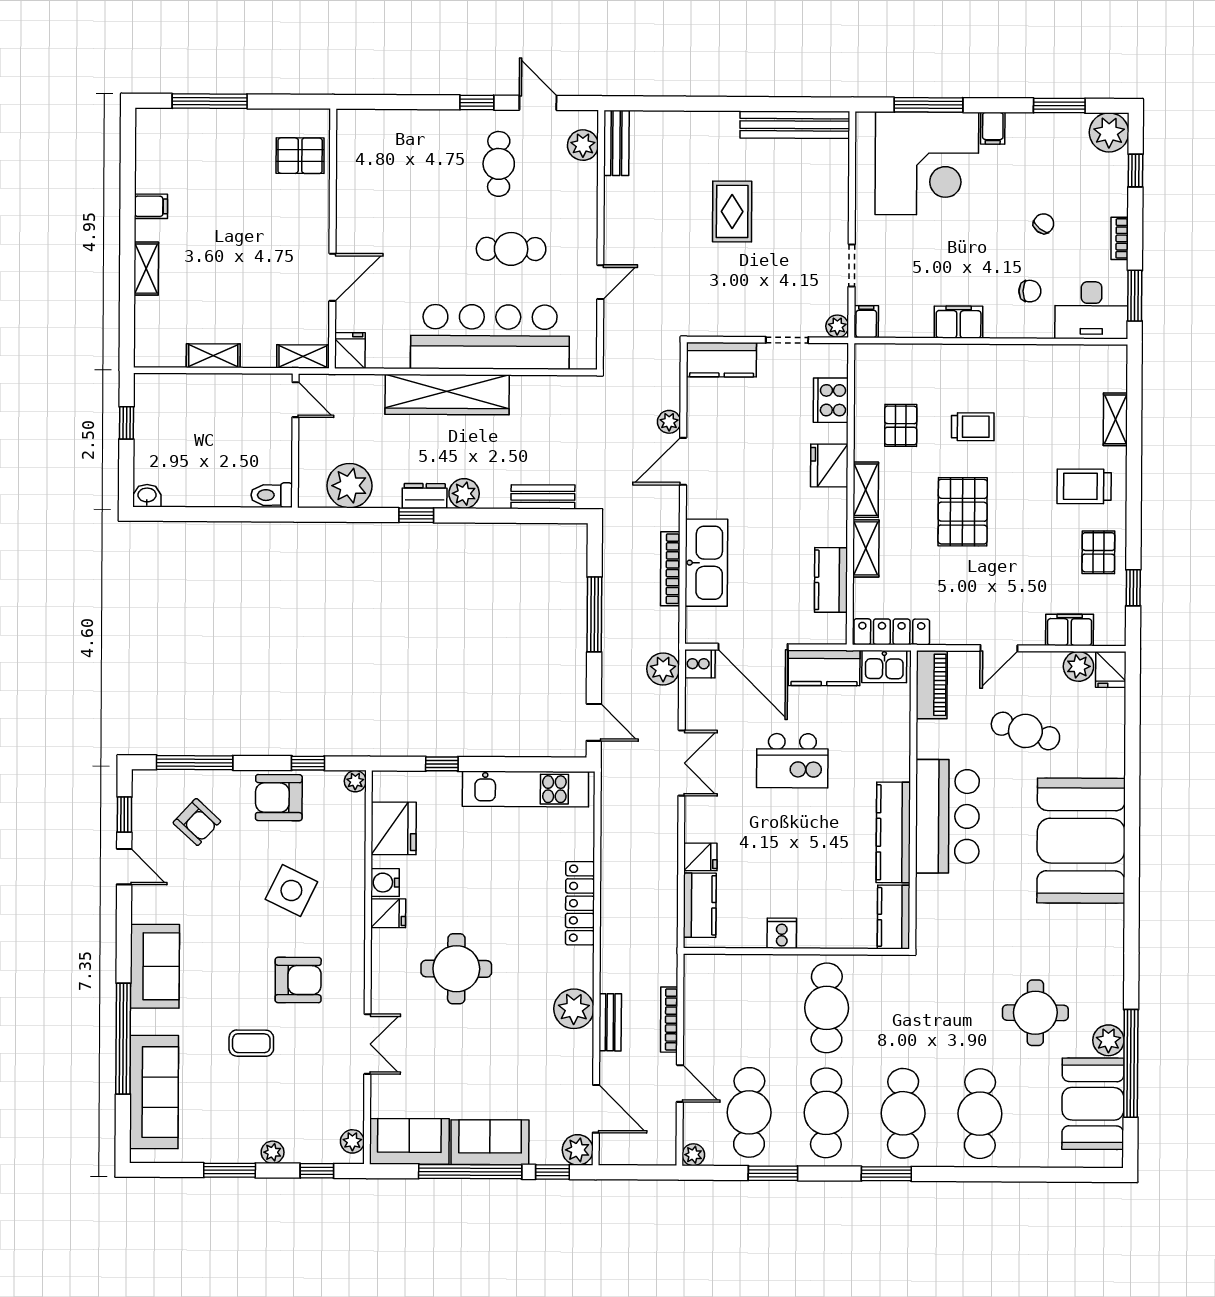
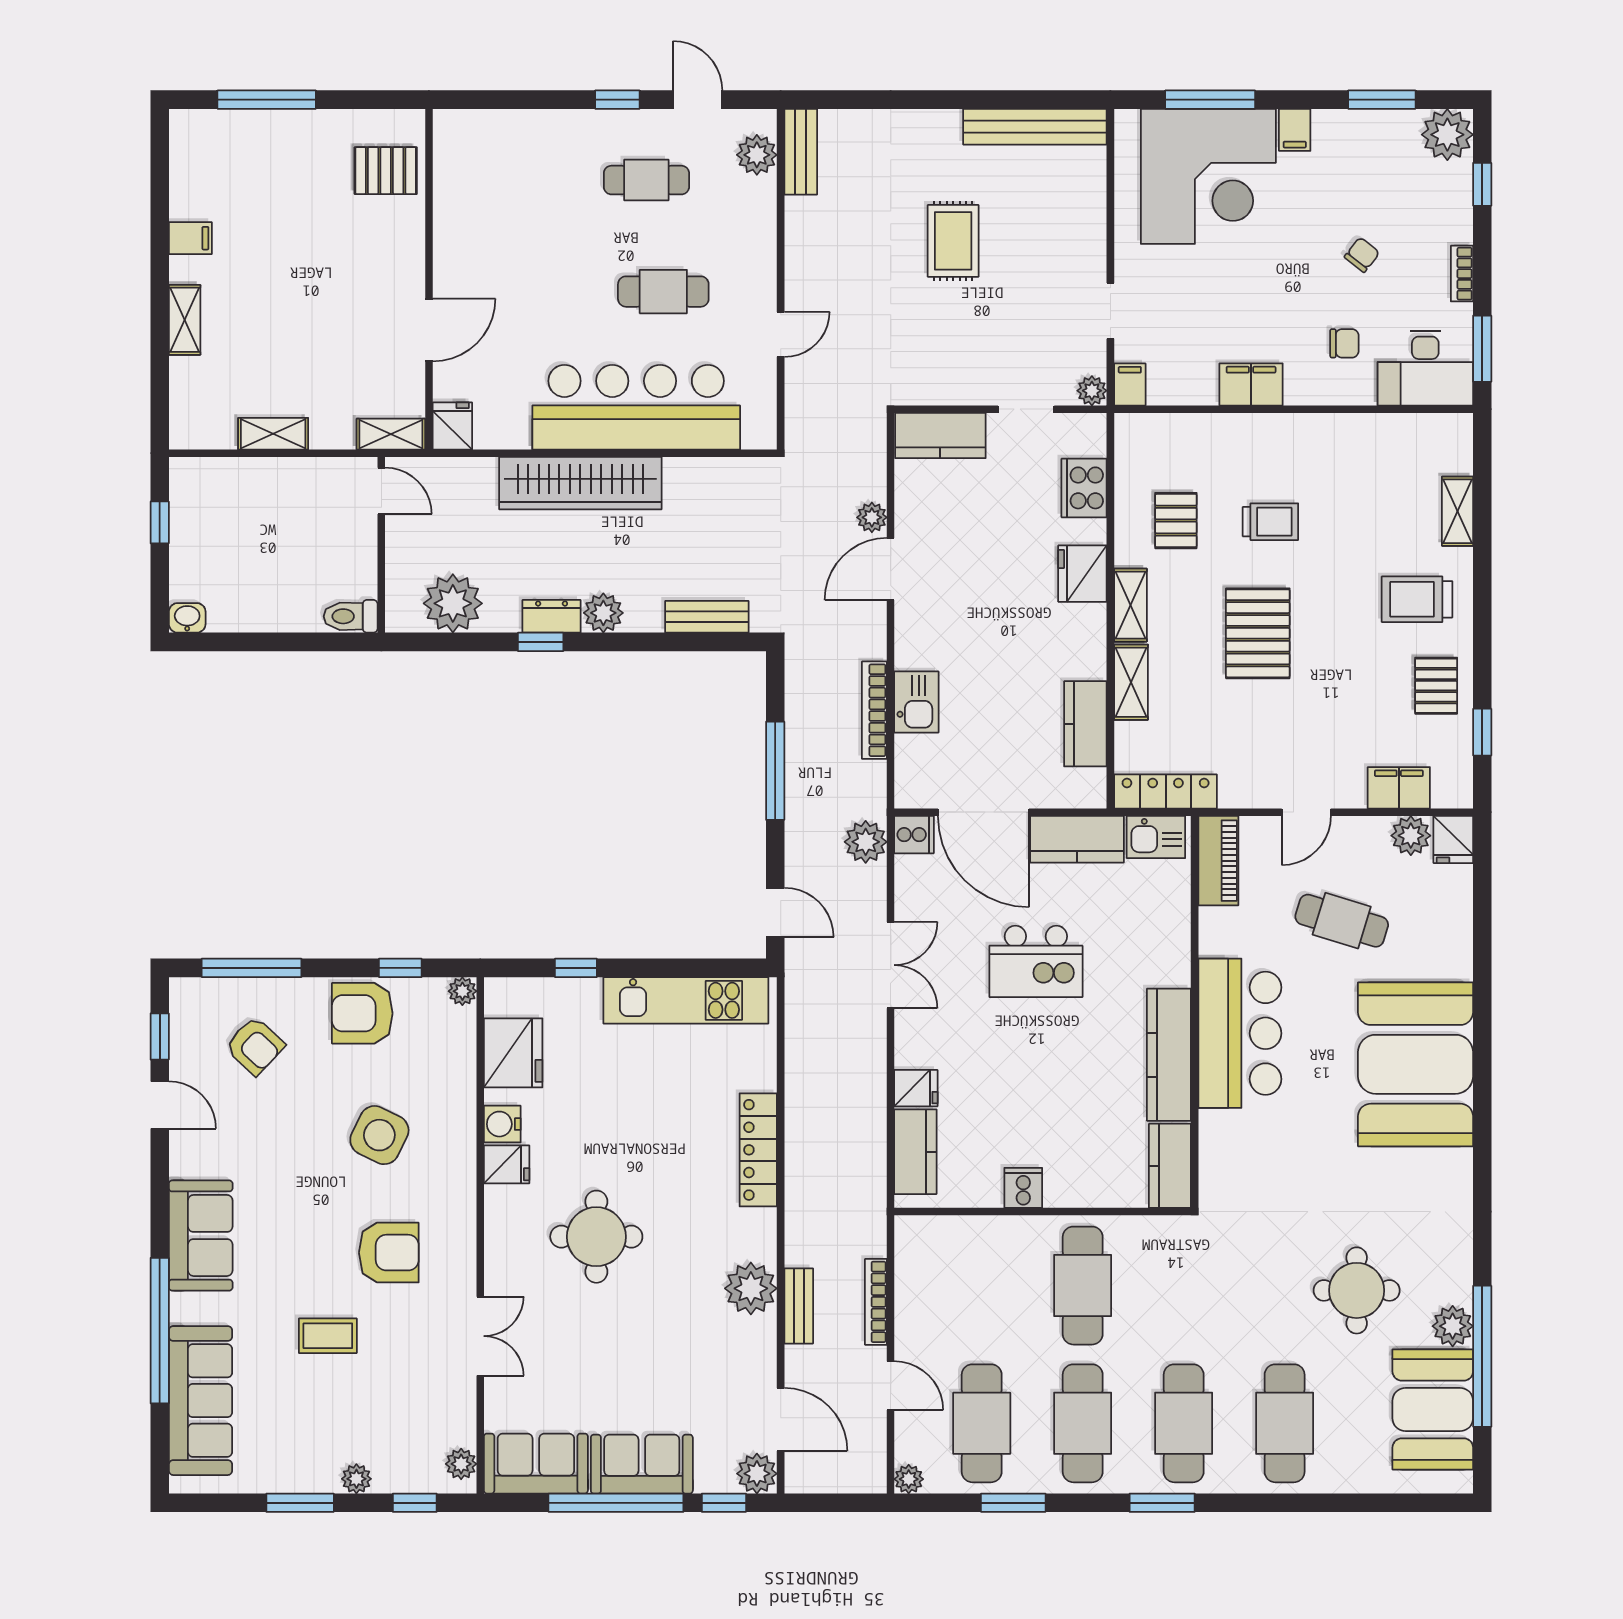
cafe table: (499, 164) -> (646, 180), turned 90
kitchen sink: (706, 563) -> (916, 702), width x0.53, depth x0.81

